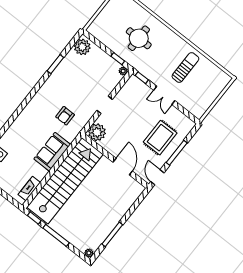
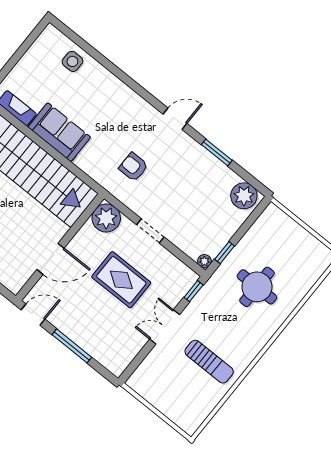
door: (35, 90) -> (175, 119), added
rug: (160, 138) -> (121, 280), moved
sofa: (52, 152) -> (59, 132), moved

